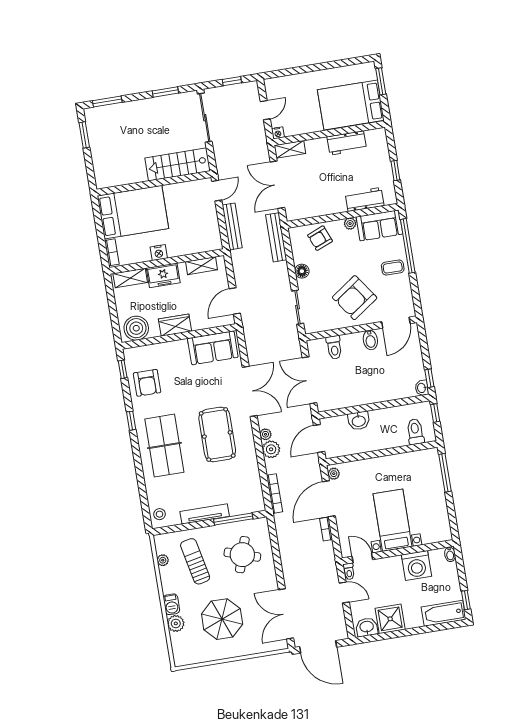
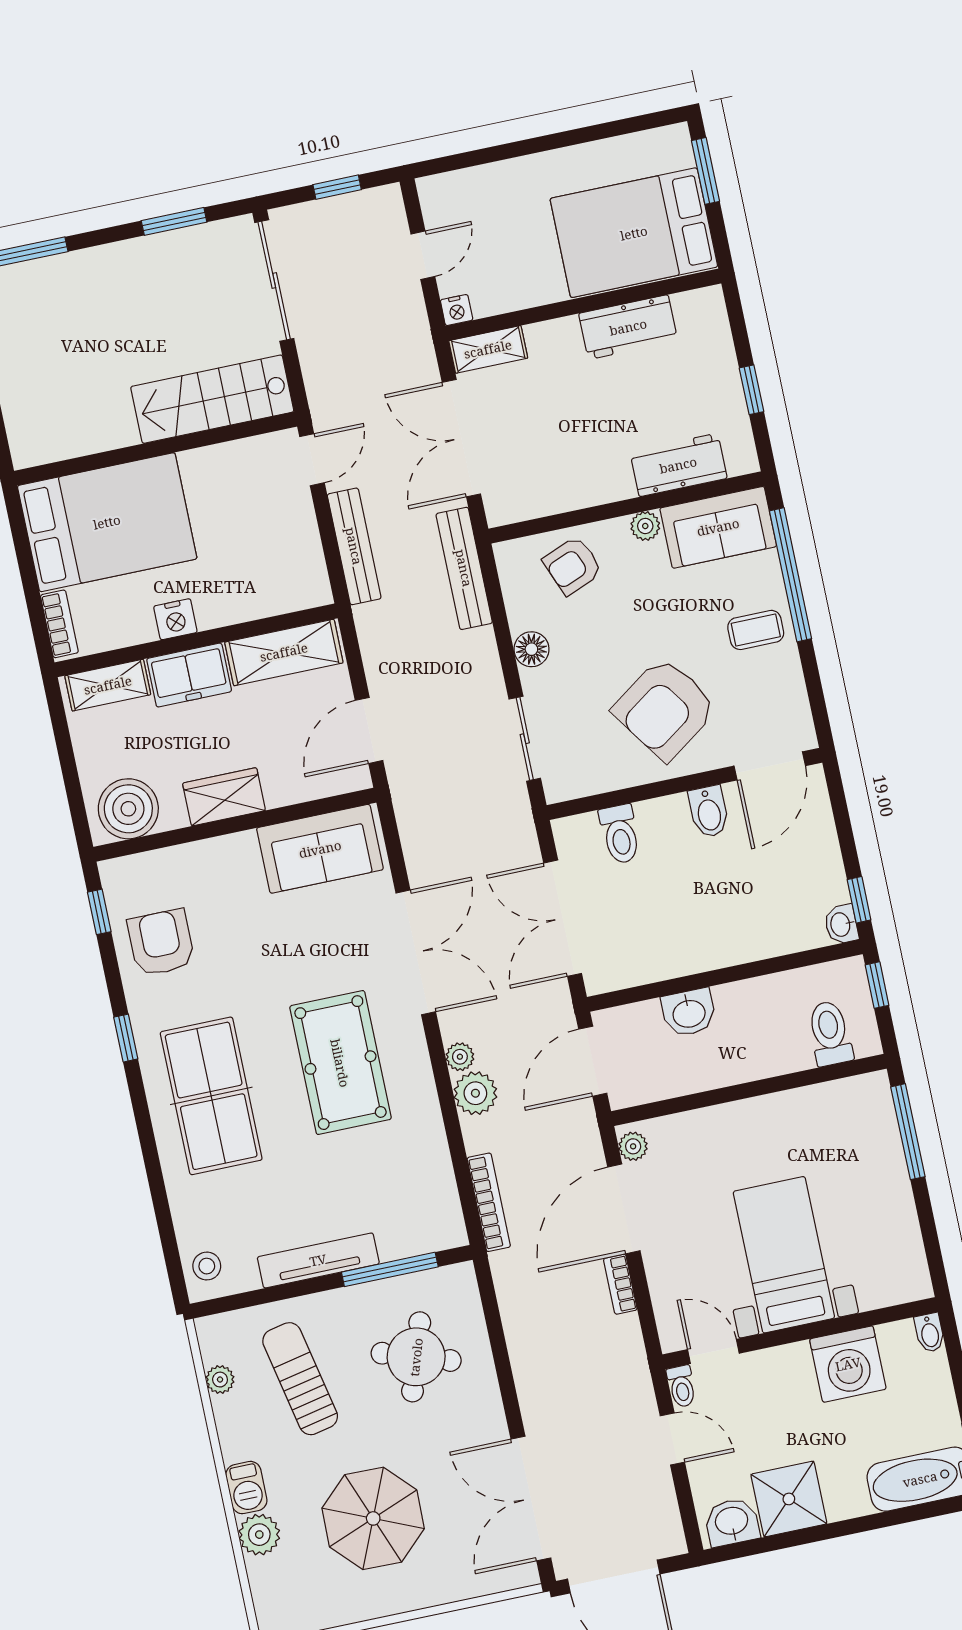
shelving: (201, 266) -> (284, 652), width x1.50, depth x1.33
armchair: (147, 383) -> (161, 943), turned 180

